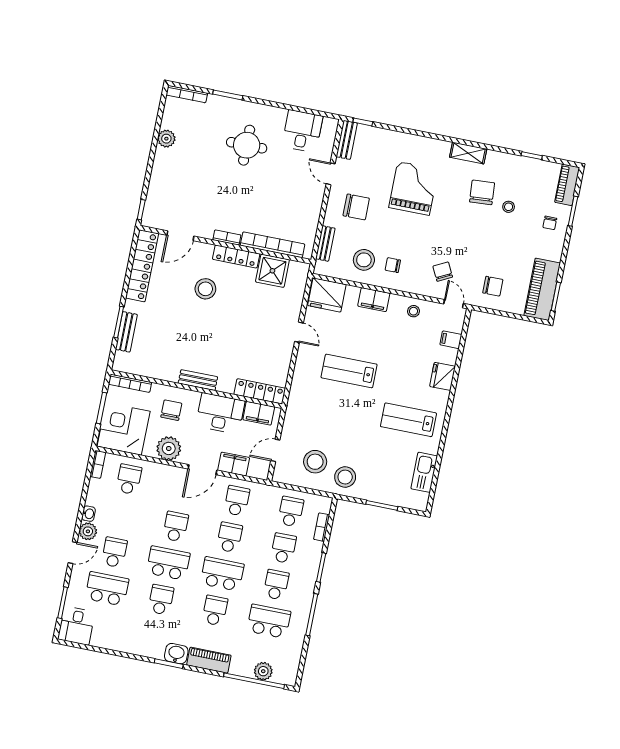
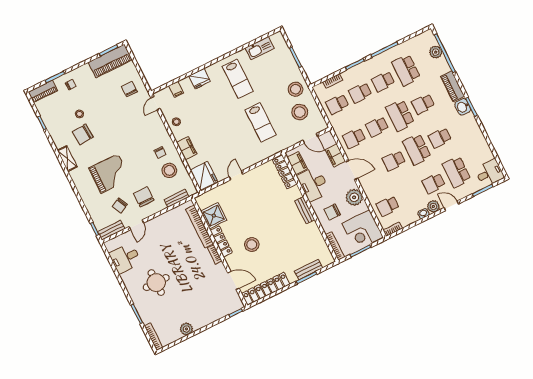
grand piano: (413, 188) -> (109, 174), turned 180
chair: (443, 272) -> (120, 206), moved
lab bench: (349, 371) -> (261, 122), moved

